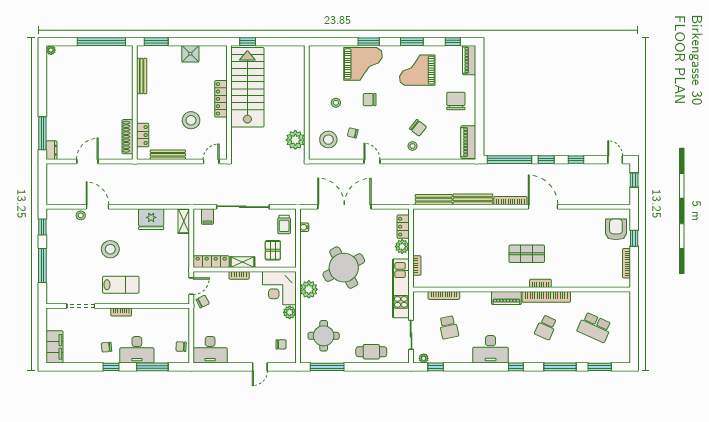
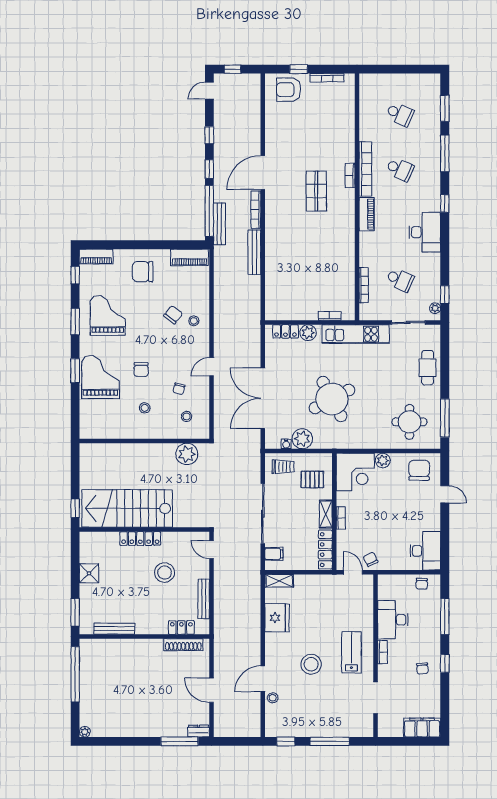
grand piano: (417, 70) -> (108, 316), turned 180
stool: (328, 140) -> (187, 416), width x0.53, depth x0.53
bench: (434, 200) -> (219, 224), moved
plant: (309, 289) -> (302, 439), moved
school desk: (449, 327) -> (400, 280), turned 36
school desk: (595, 327) -> (400, 114), width x0.54
chair: (281, 344) -> (419, 470), width x1.87, depth x1.87
desk: (137, 350) -> (393, 620), moved, turned 180

